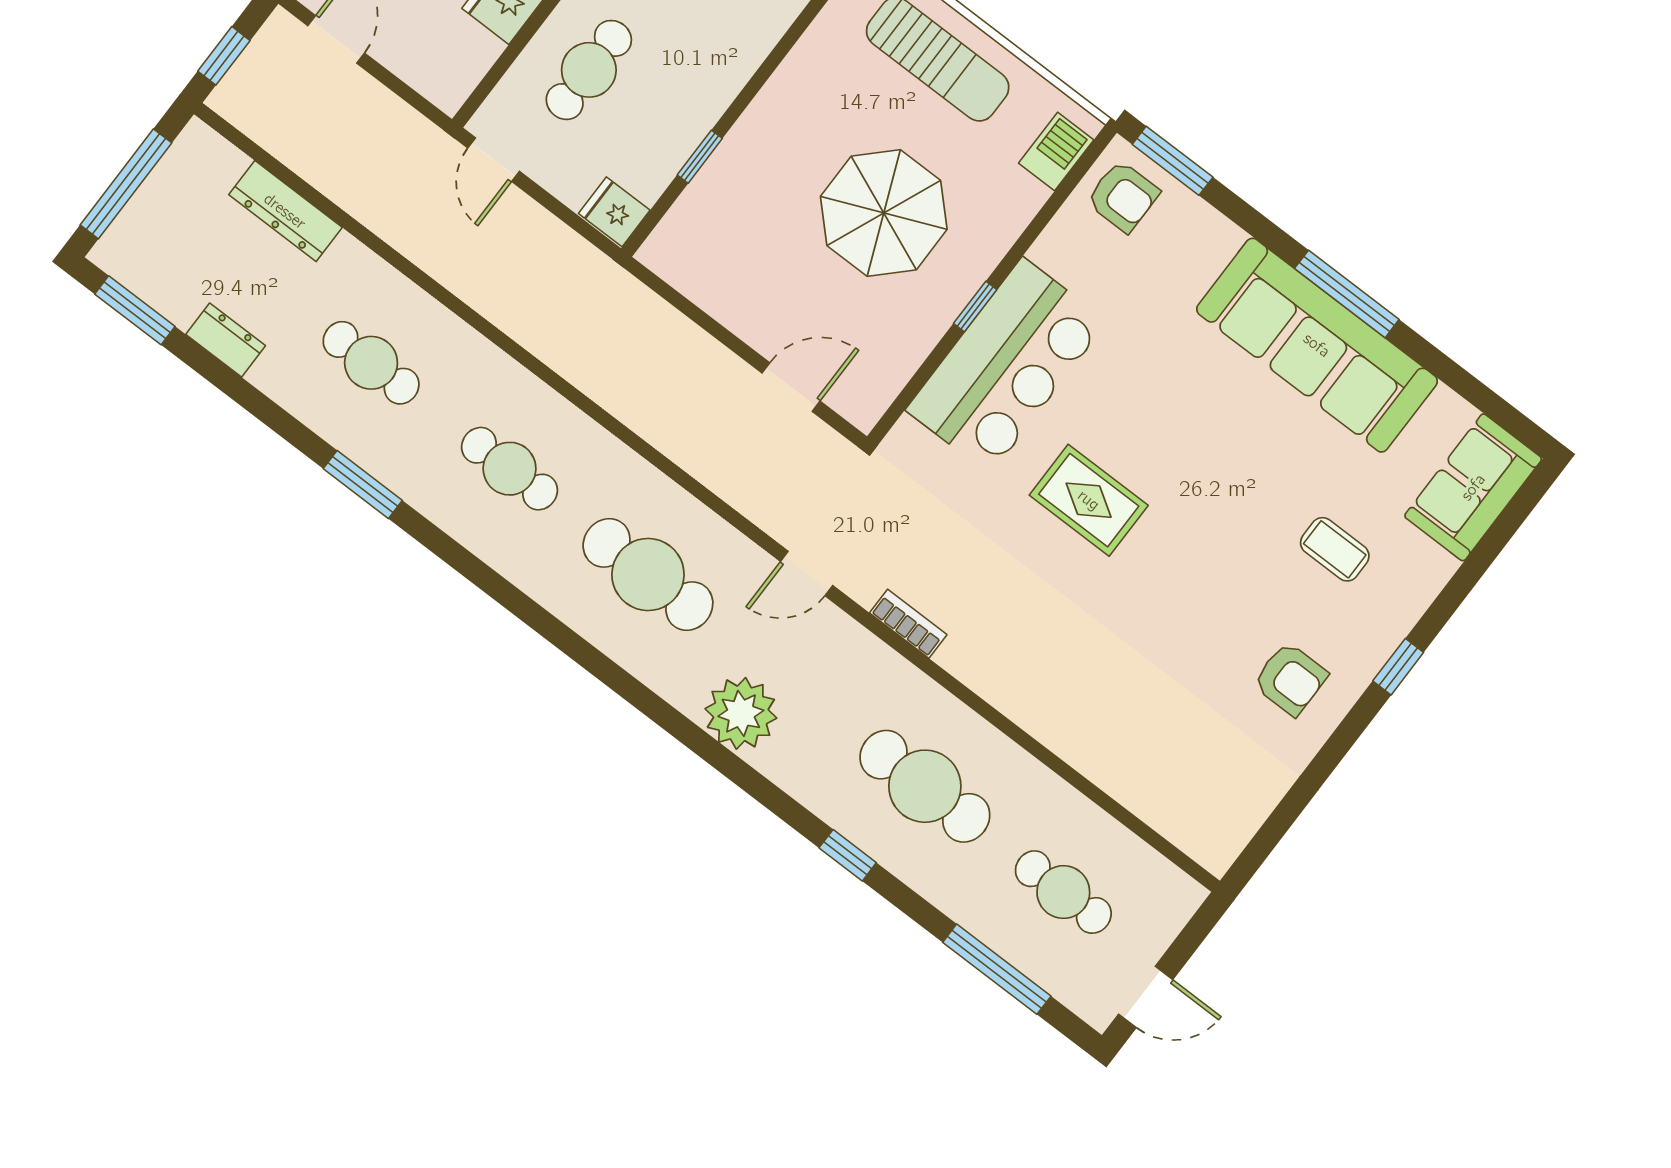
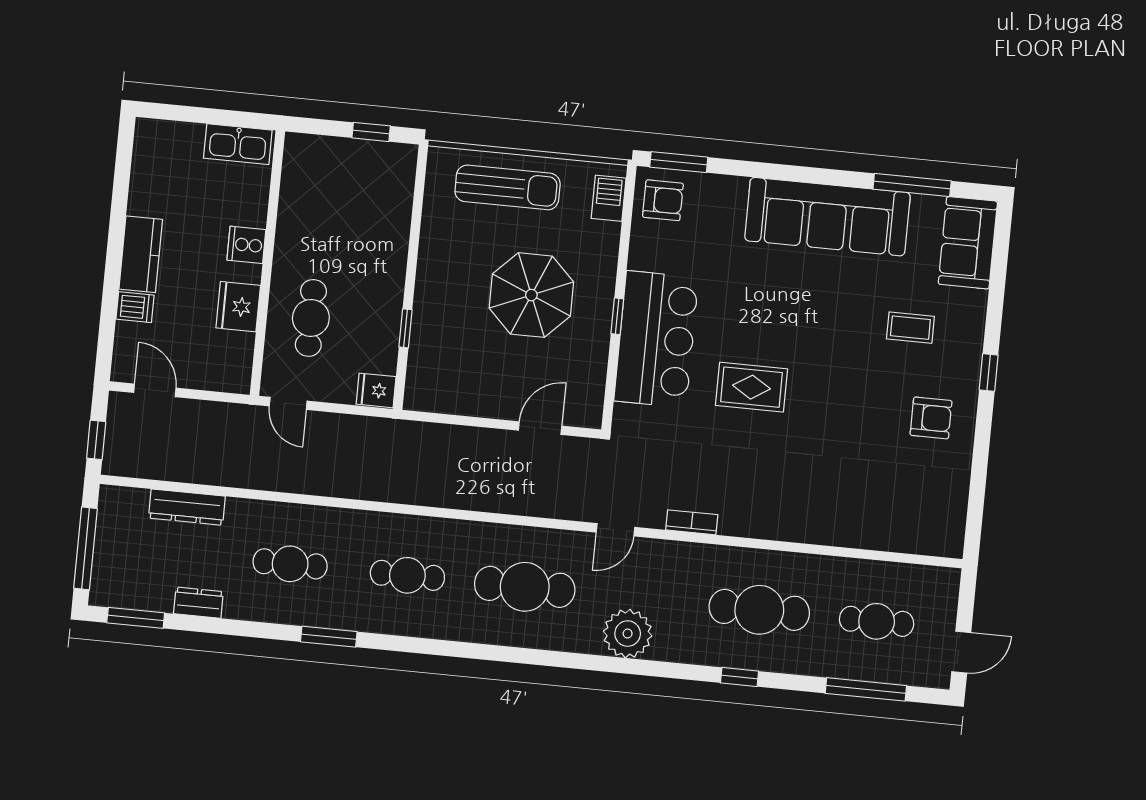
window: (1347, 294) -> (912, 185), moved

